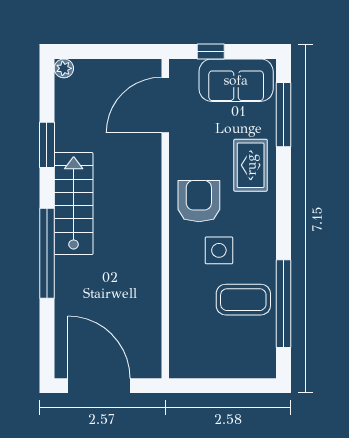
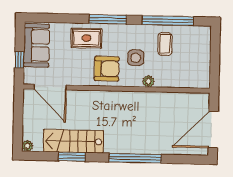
window: (284, 115) -> (108, 19), moved
armchair: (199, 201) -> (107, 69), turned 180
stairs: (74, 204) -> (73, 141), moved
plant: (179, 273) -> (148, 81), added
coffee table: (243, 300) -> (165, 44), width x0.73, depth x0.77

